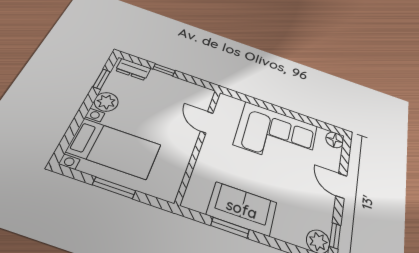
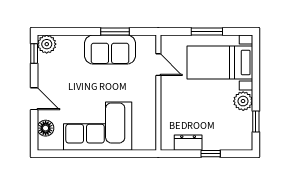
dresser: (133, 69) -> (188, 143), moved
door: (207, 122) -> (158, 65), moved
floor lamp: (335, 140) -> (46, 128), moved

